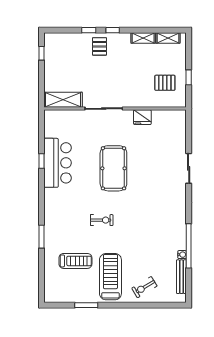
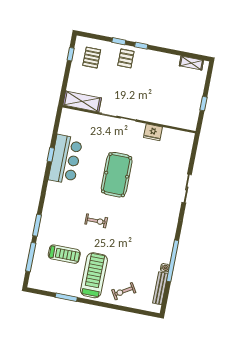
shelving: (143, 38) -> (168, 58), removed
pallet: (165, 83) -> (92, 58), moved, turned 90
window: (41, 271) -> (31, 257), added

